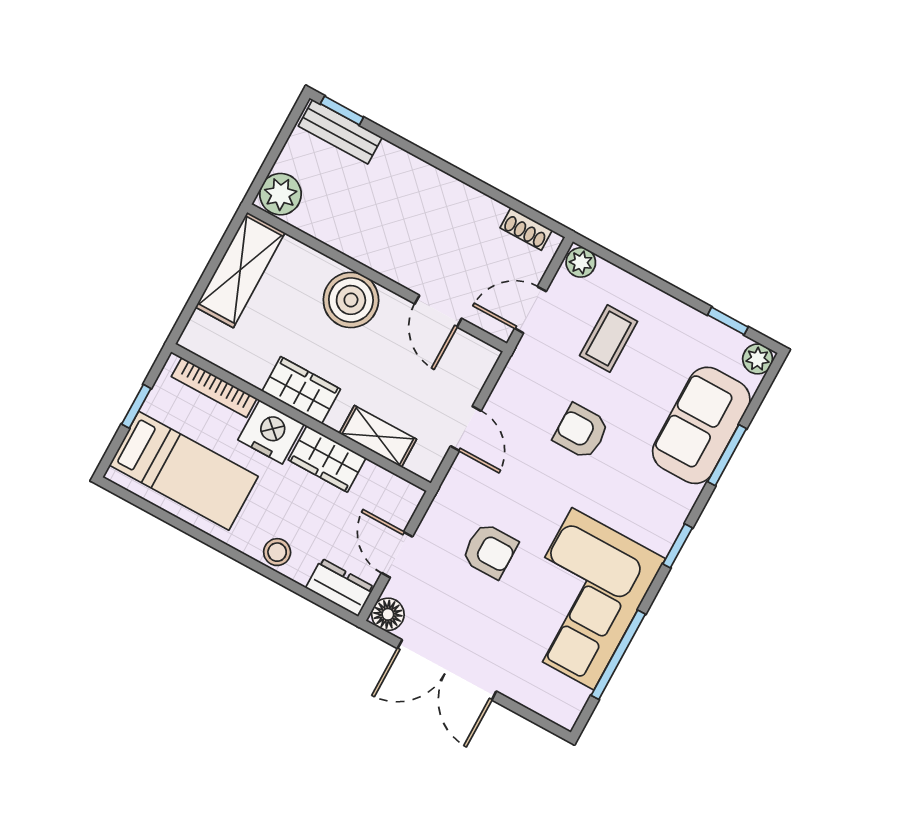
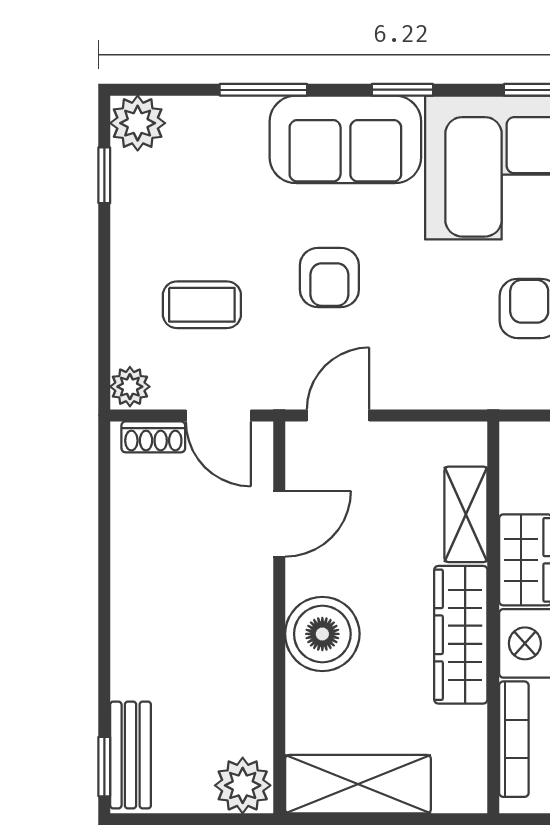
shoe rack: (526, 229) -> (153, 437), moved, turned 90
plant: (758, 359) -> (138, 123), width x1.38, depth x1.38
wardrobe: (301, 390) -> (461, 635), width x1.50
sofa: (701, 425) -> (345, 139), moved
door: (466, 429) -> (338, 416), moved

